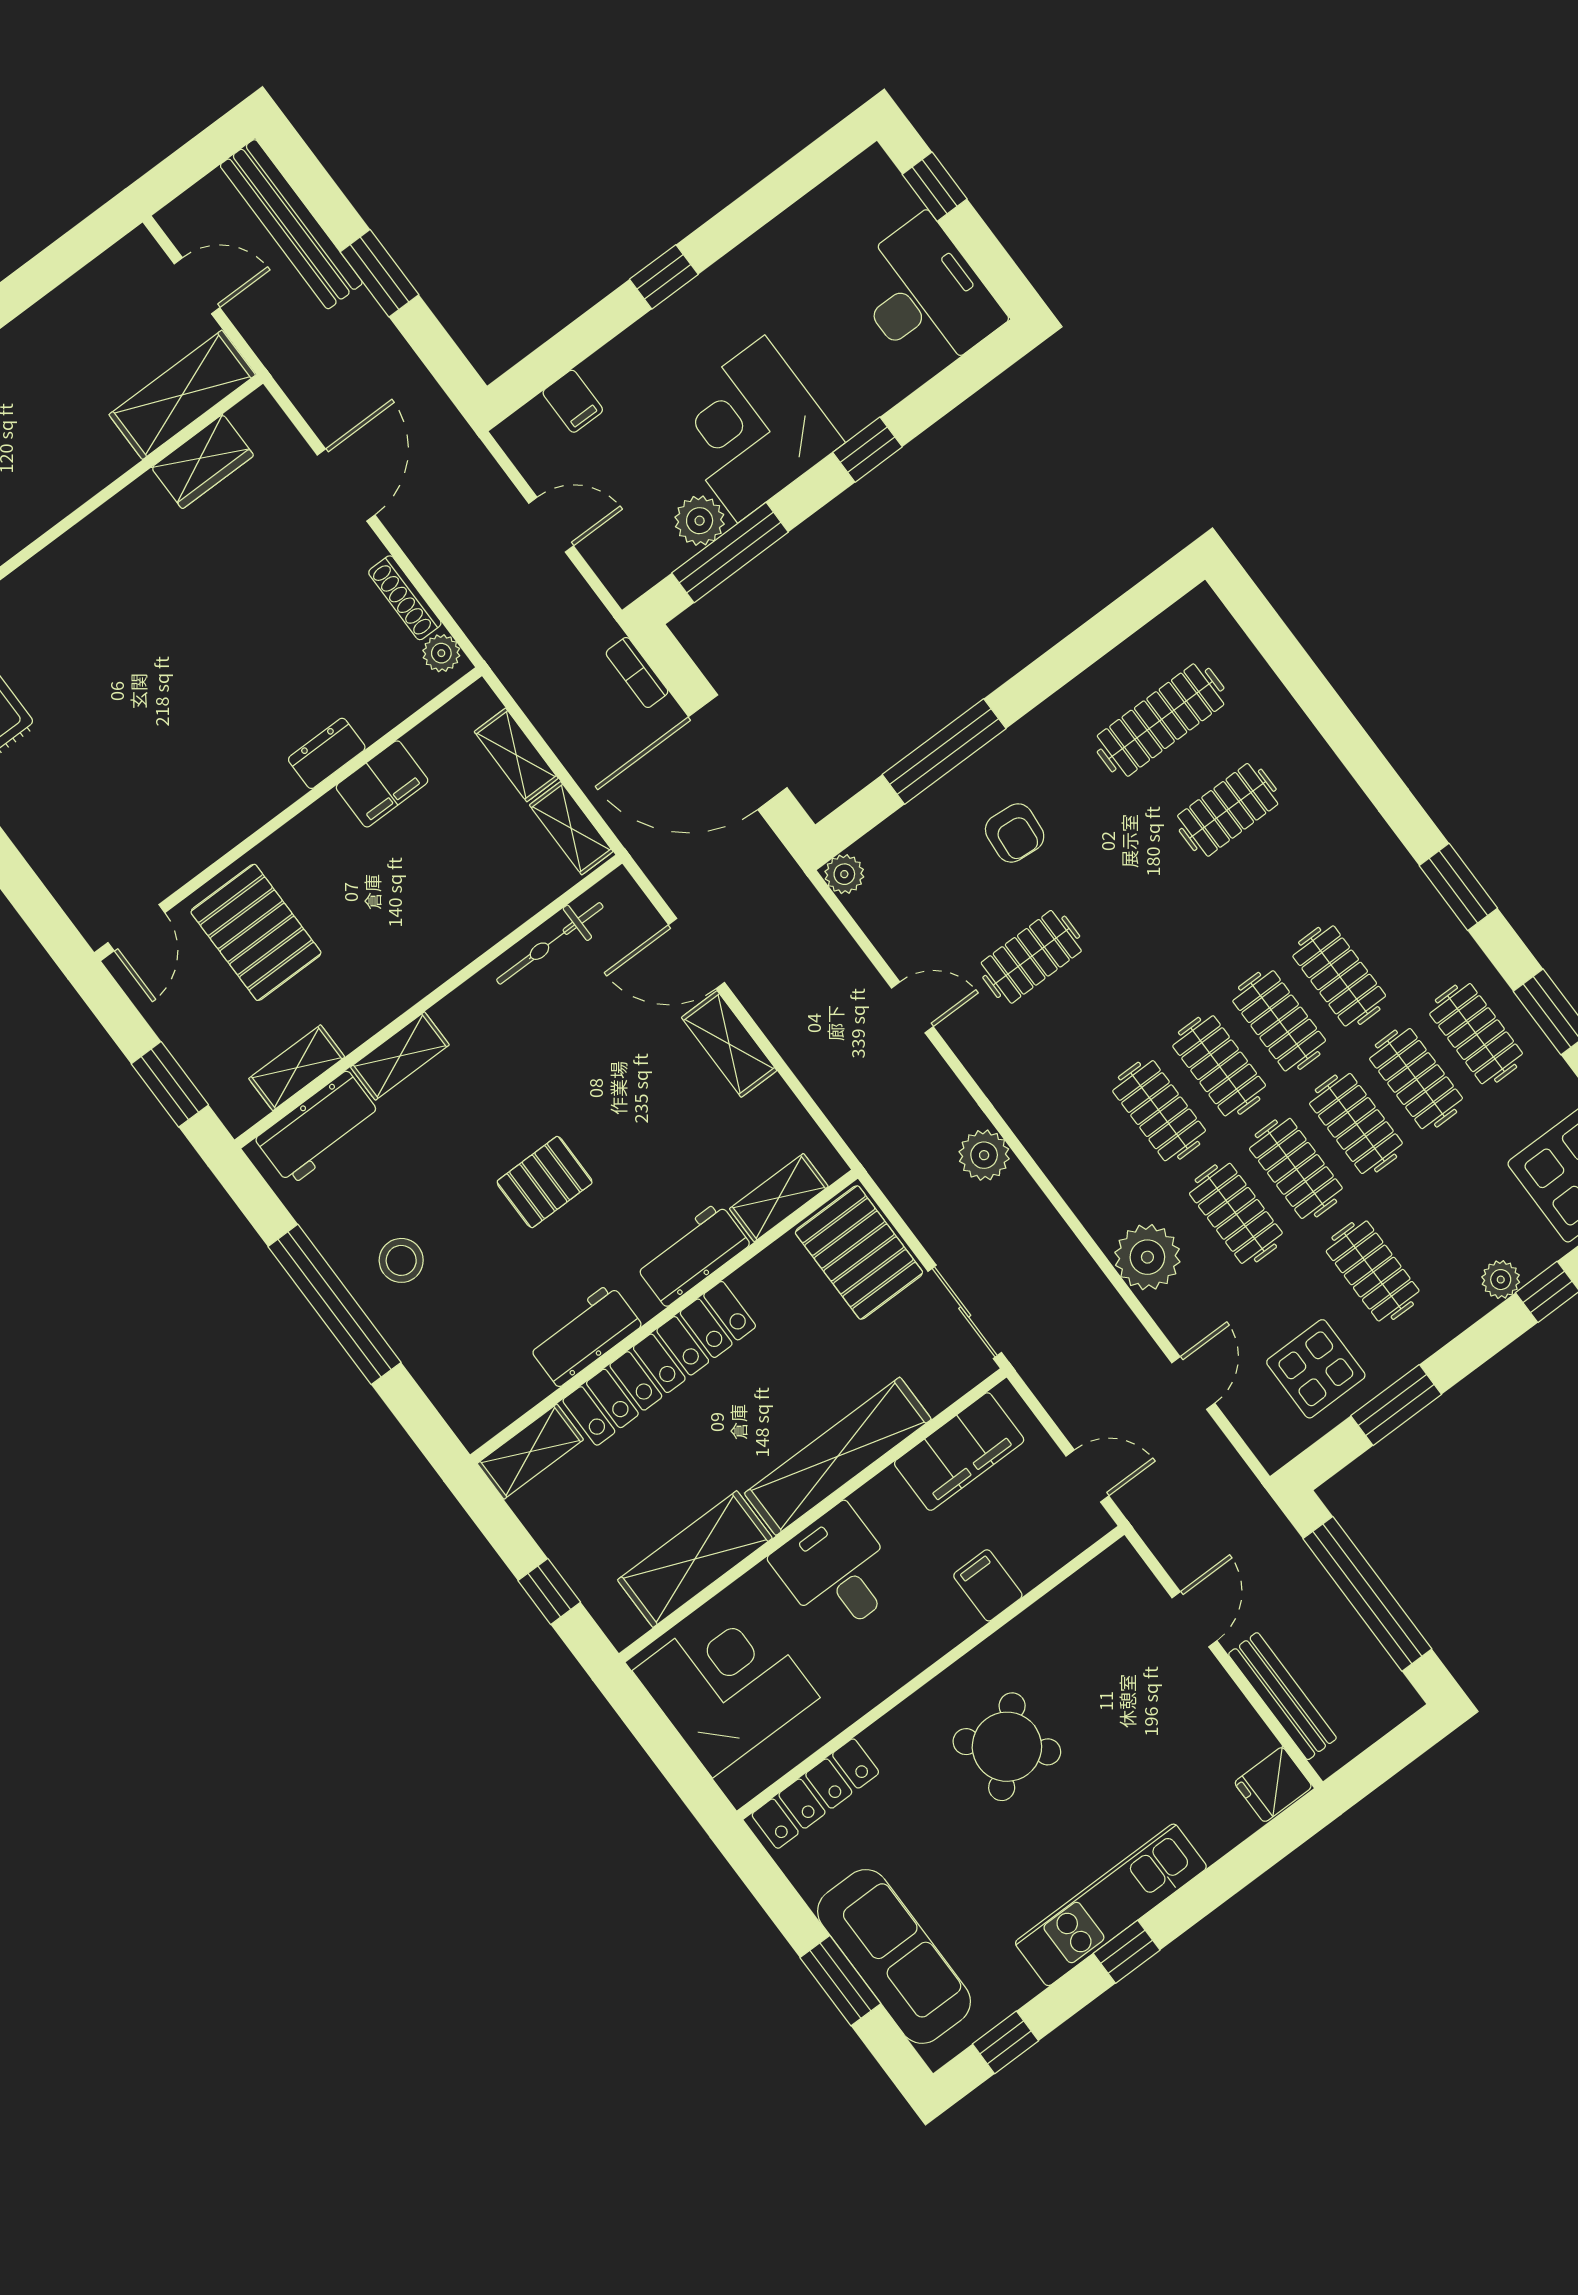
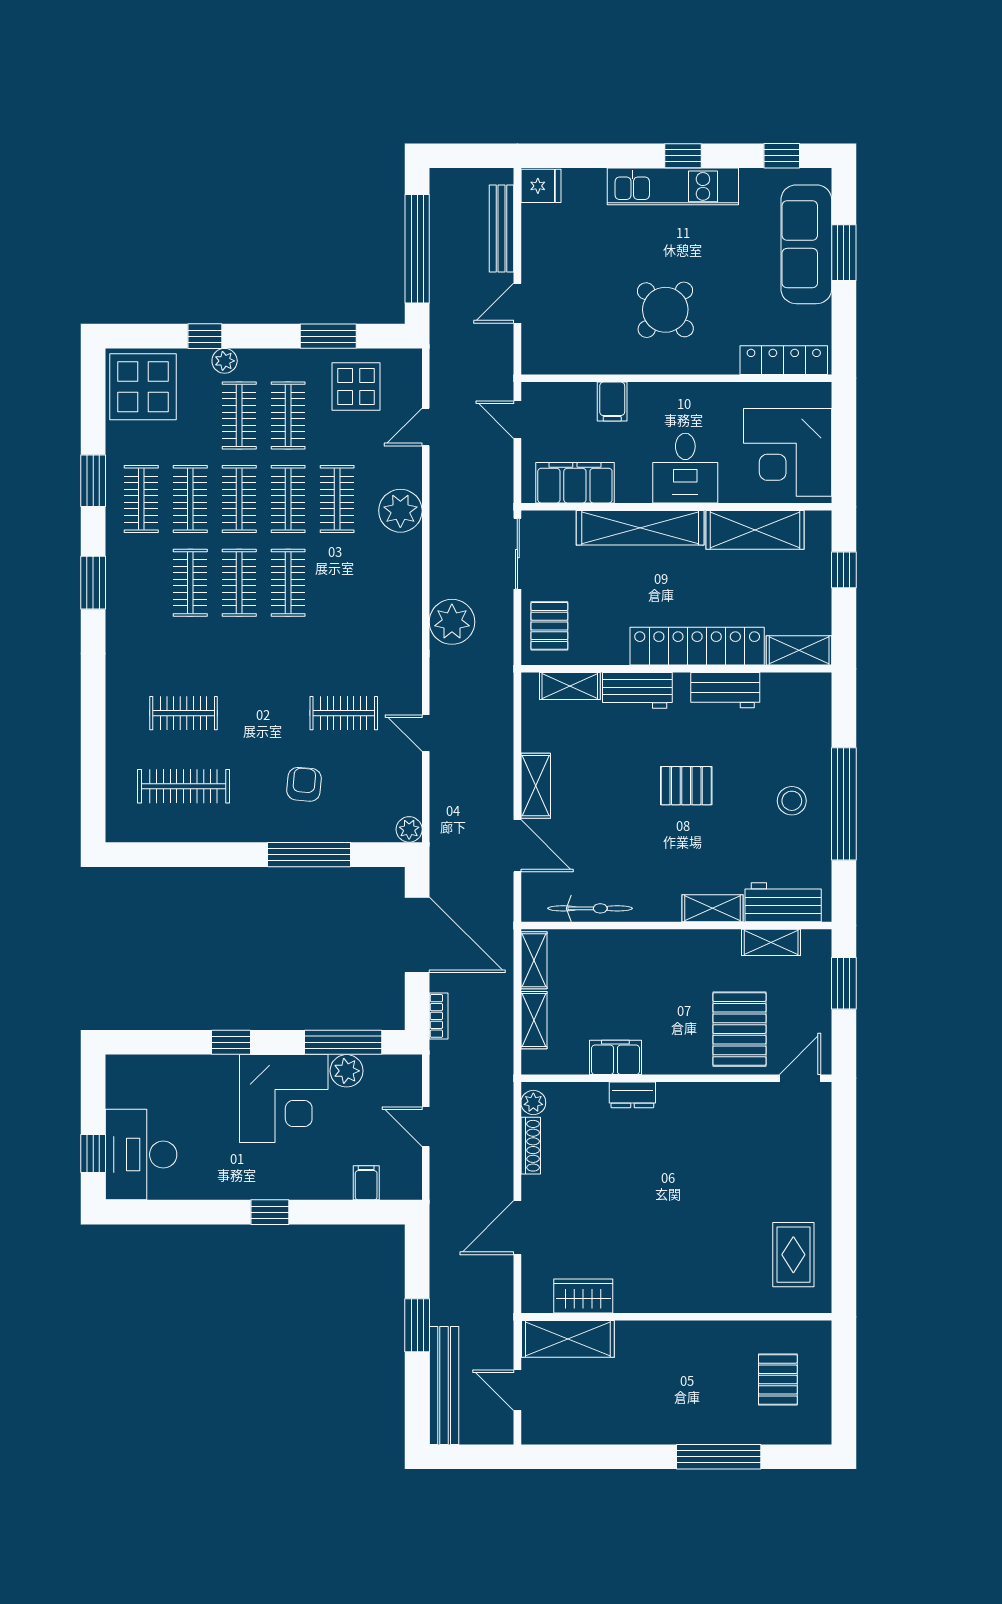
desk: (925, 296) -> (141, 1155), moved
clothes rail: (1159, 1111) -> (239, 415), moved
plant: (984, 1155) -> (452, 622), width x1.36, depth x1.36
pallet: (859, 1252) -> (549, 626), width x0.67, depth x0.71

